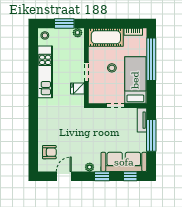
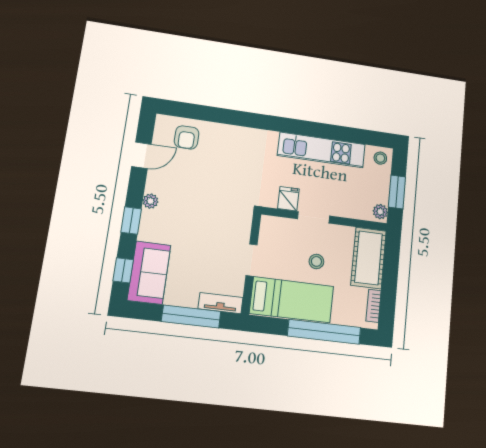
sofa: (124, 162) -> (149, 273), width x0.73
door: (64, 176) -> (141, 155), hinge flipped

